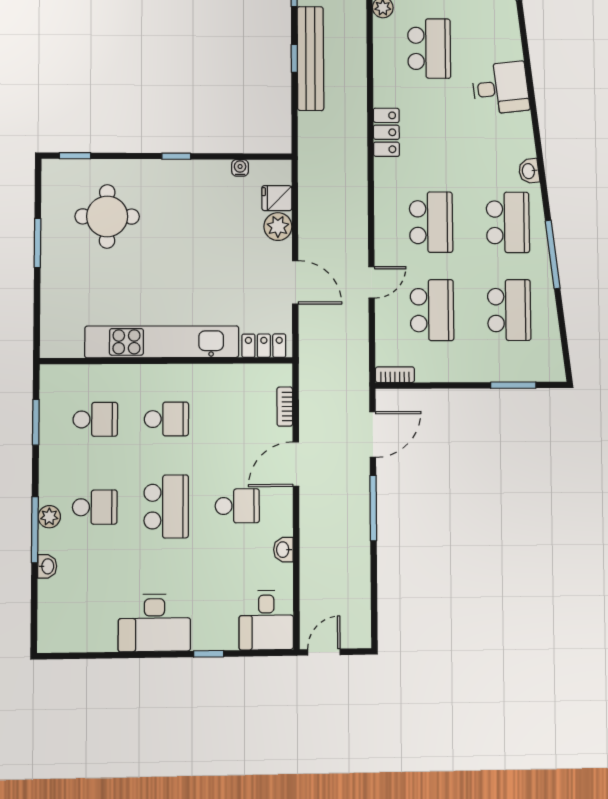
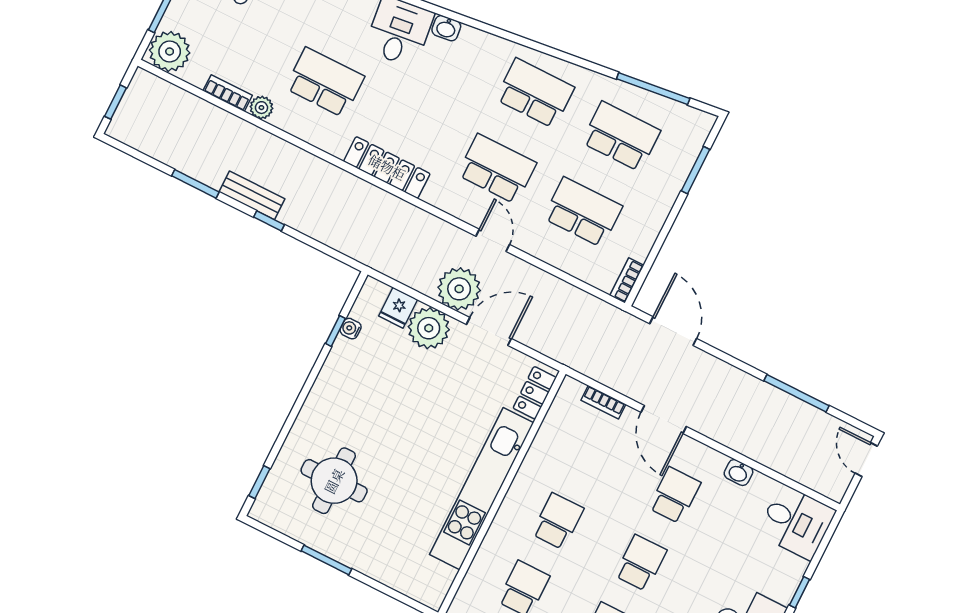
bench: (310, 59) -> (252, 195), width x0.54, depth x0.82
locker: (386, 132) -> (387, 167), width x1.53
window: (176, 156) -> (335, 331), moved
washbasin: (529, 171) -> (446, 28), moved
plant: (278, 227) -> (429, 328), width x1.36, depth x1.36
plant: (318, 240) -> (459, 289), added
window: (553, 255) -> (653, 89), moved
door: (372, 282) -> (493, 240), moved
school desk: (166, 507) -> (641, 563), width x0.54
window: (373, 508) -> (797, 393), moved
door: (324, 652) -> (866, 460), moved

